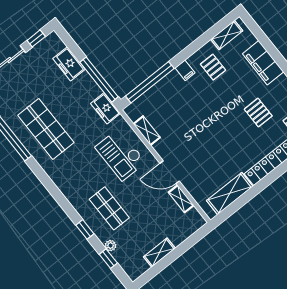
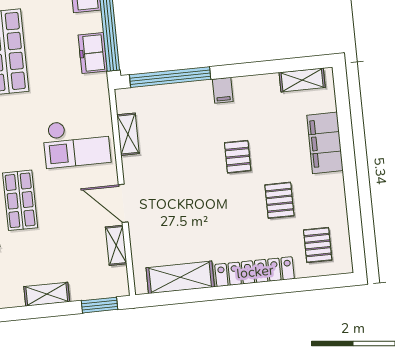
pallet: (213, 67) -> (238, 157), moved
freezer: (106, 108) -> (93, 53), moved
checkout: (120, 155) -> (77, 143), turned -90
window: (194, 239) -> (99, 305), added

